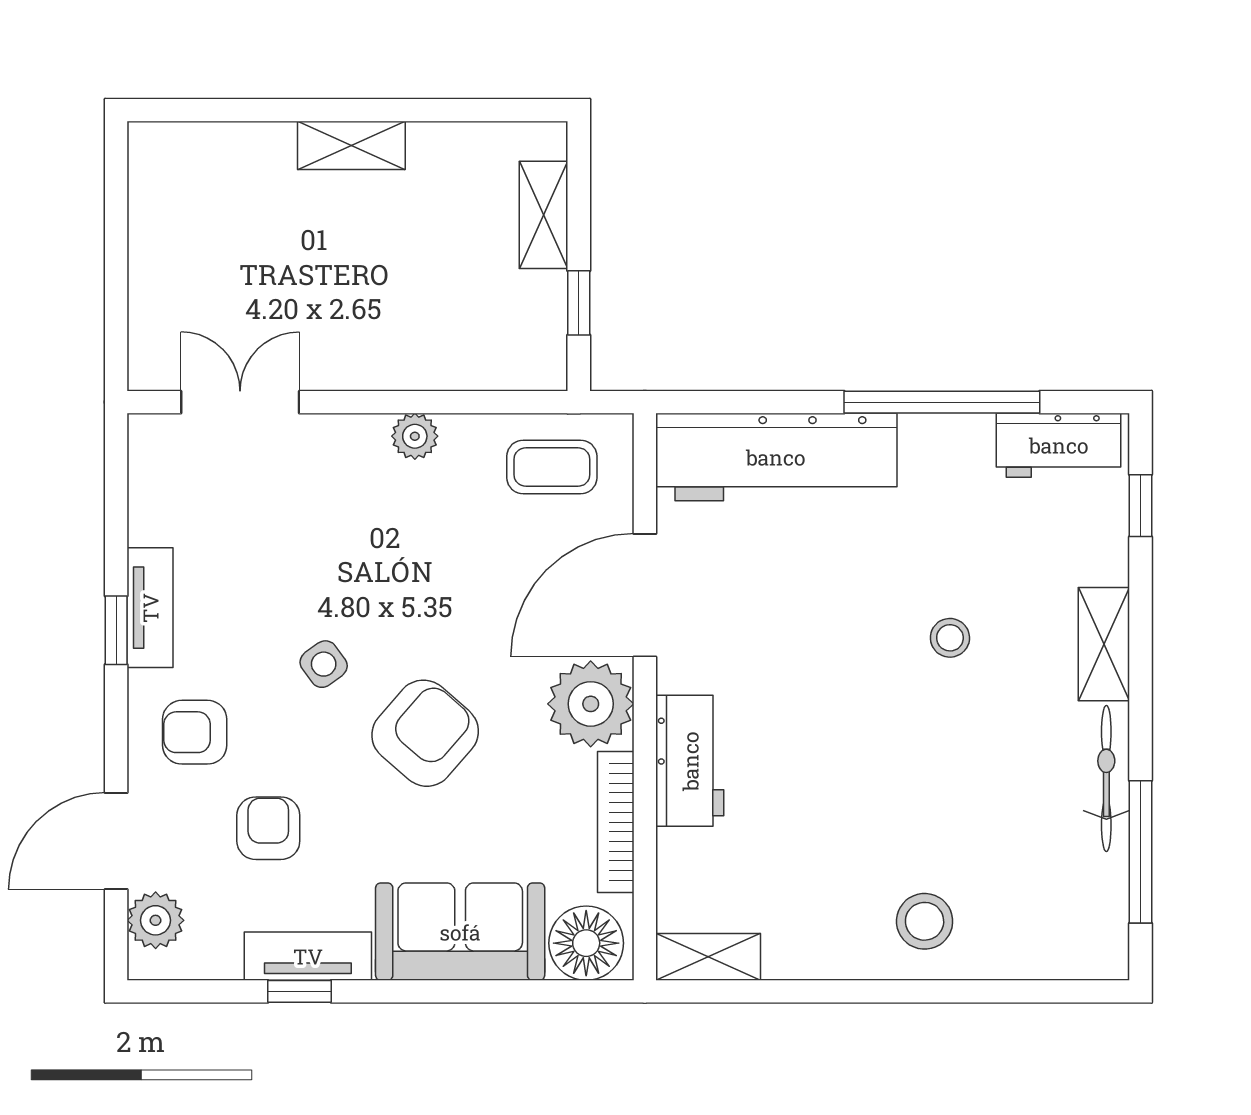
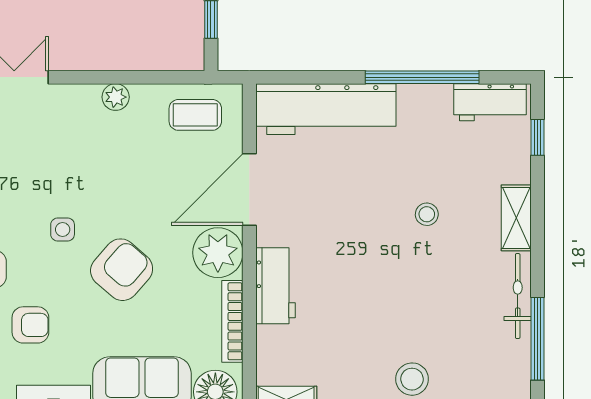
side table: (324, 664) -> (63, 229), turned 36
armchair: (268, 828) -> (30, 325), turned 90

